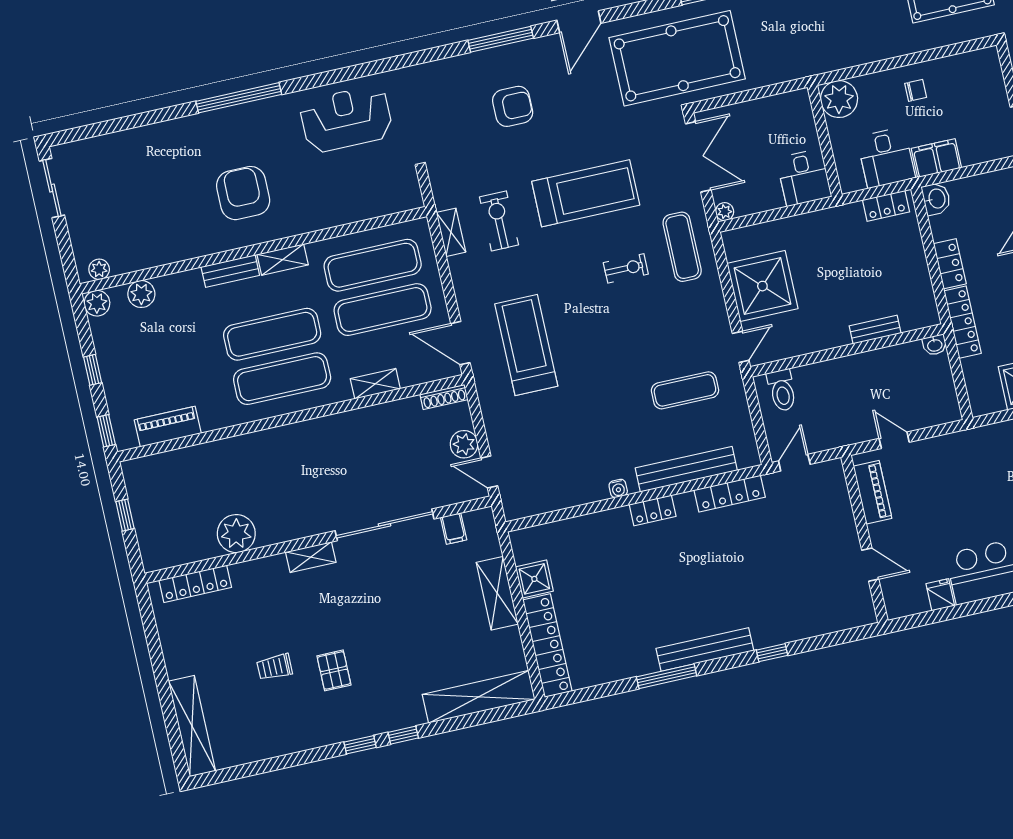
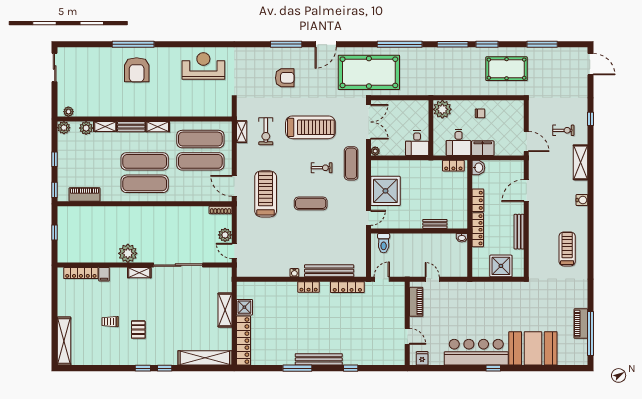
window: (239, 98) -> (133, 44), moved
armchair: (243, 193) -> (137, 70), moved, turned 180
exercise bike: (499, 221) -> (266, 131), turned 180
shelving: (375, 384) -> (105, 127), moved
exercise mat: (685, 390) -> (311, 203), moved
filing cabinet: (454, 529) -> (104, 274), moved
plant: (236, 534) -> (128, 253), moved
fridge: (940, 595) -> (422, 358), moved

